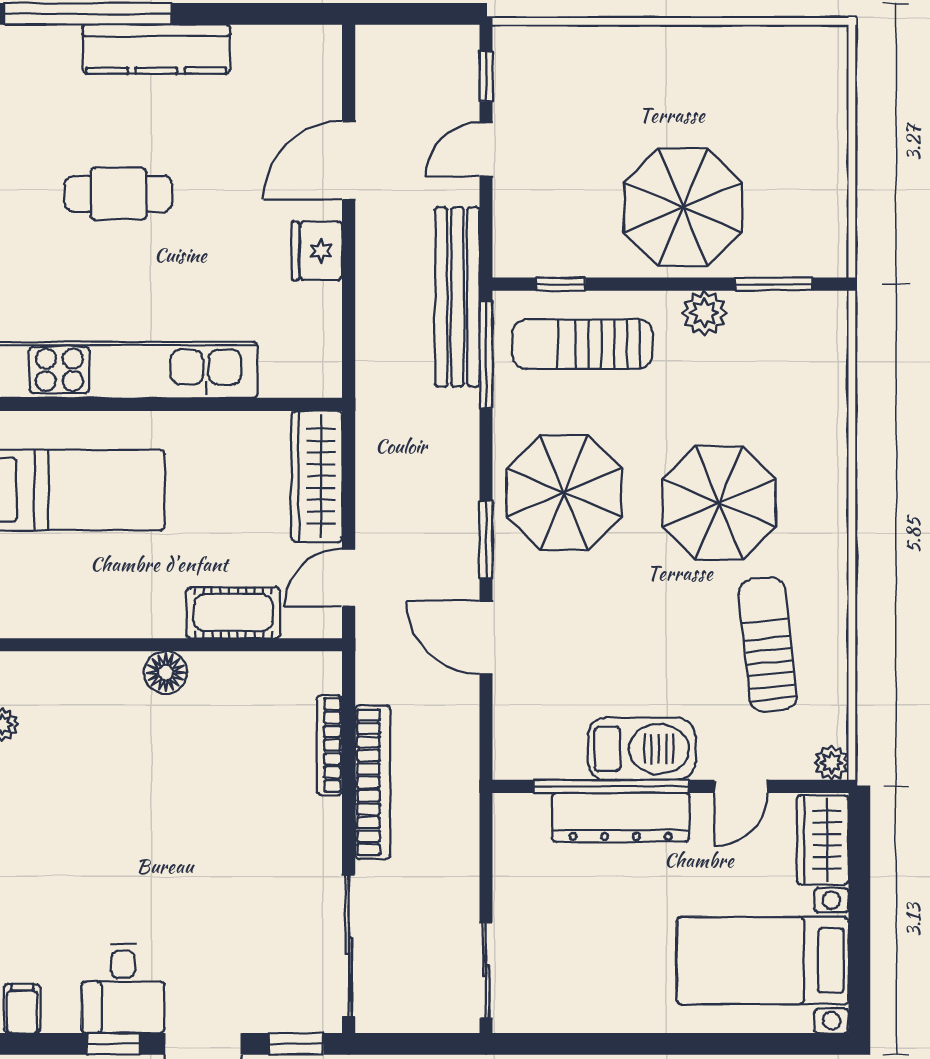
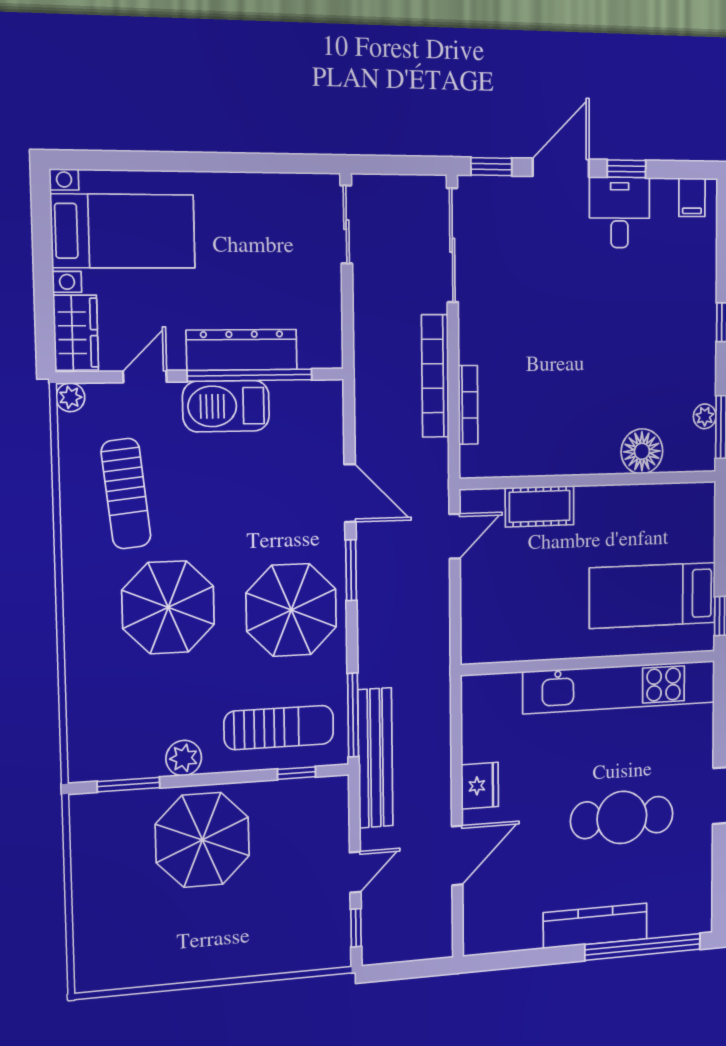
cafe table: (118, 194) -> (622, 817), width x1.37, depth x1.35
wardrobe: (317, 476) -> (479, 614), removed
floor lamp: (166, 673) -> (642, 451), moved, width x1.38, depth x1.38

